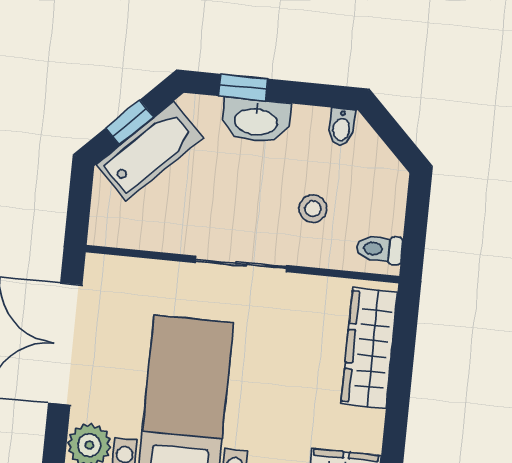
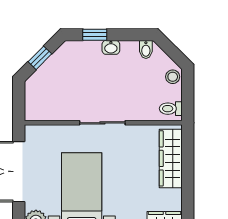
washbasin: (256, 121) -> (111, 47), width x0.52, depth x0.69
bathtub: (150, 151) -> (51, 71), removed
stool: (313, 209) -> (173, 77), moved

